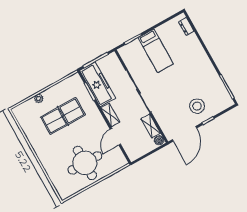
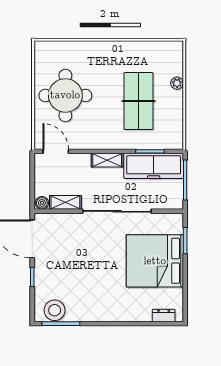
bed: (156, 51) -> (155, 261), width x2.04
stool: (197, 106) -> (55, 310), moved
door: (115, 137) -> (56, 151), moved

